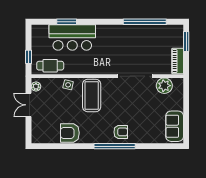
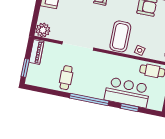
window: (145, 22) -> (89, 99), moved
cafe table: (141, 40) -> (66, 78), added
plant: (164, 86) -> (43, 30), moved

